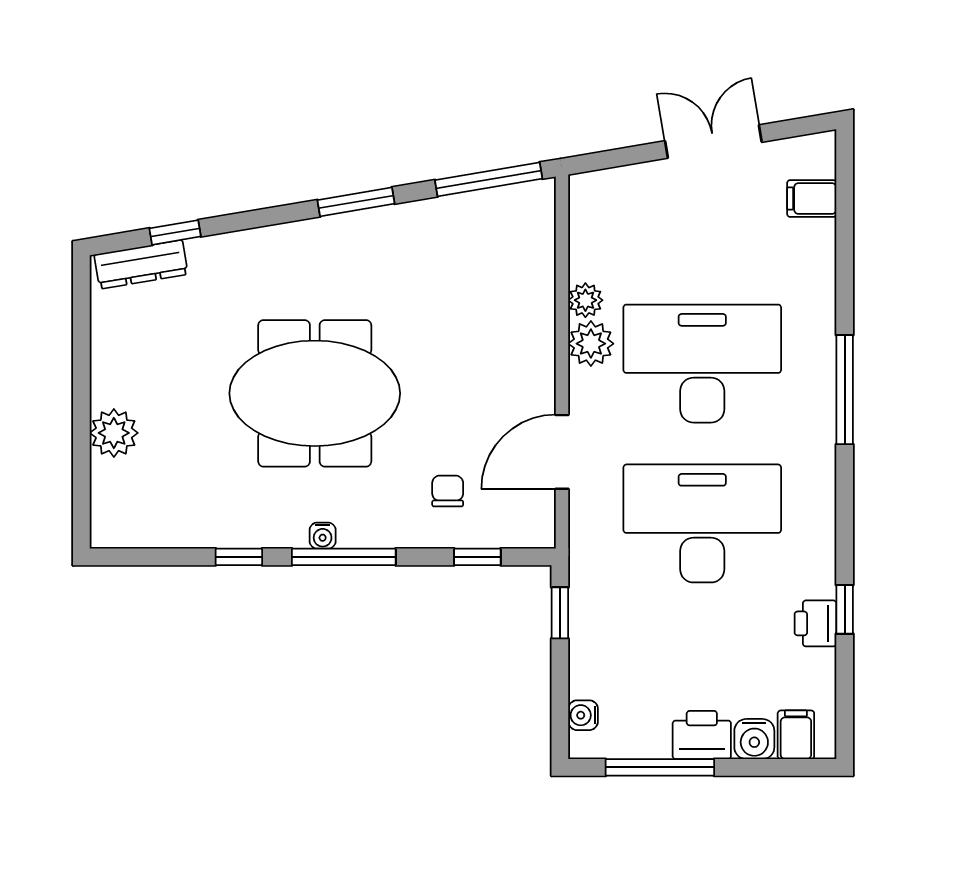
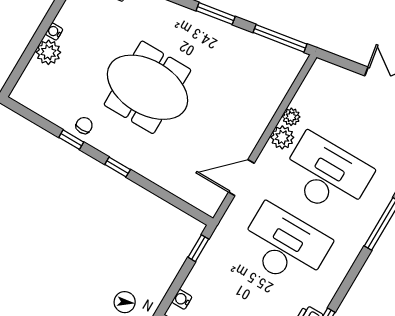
chair: (448, 491) -> (84, 125), moved
water cooler: (323, 536) -> (54, 32), moved, turned 90
window: (344, 557) -> (118, 167), width x0.46
window: (477, 557) -> (177, 202), removed

